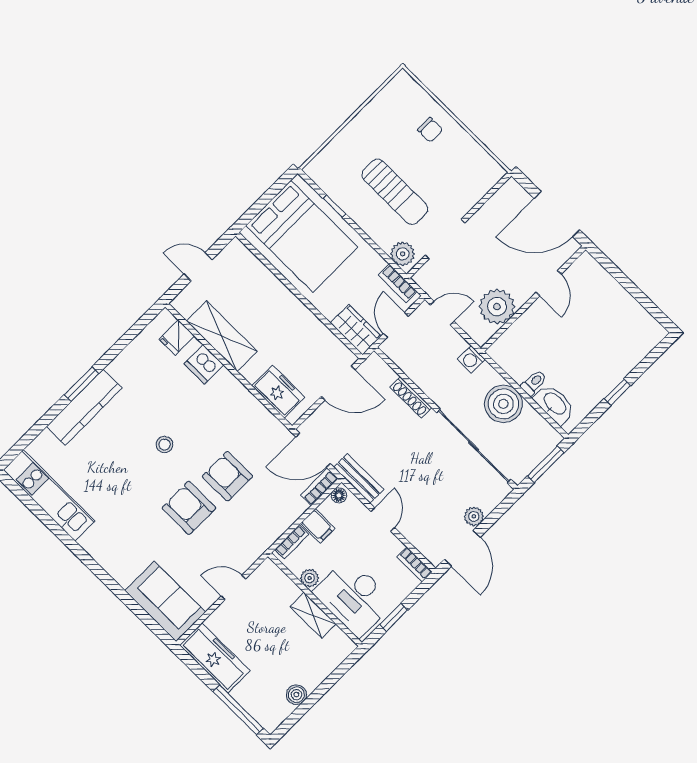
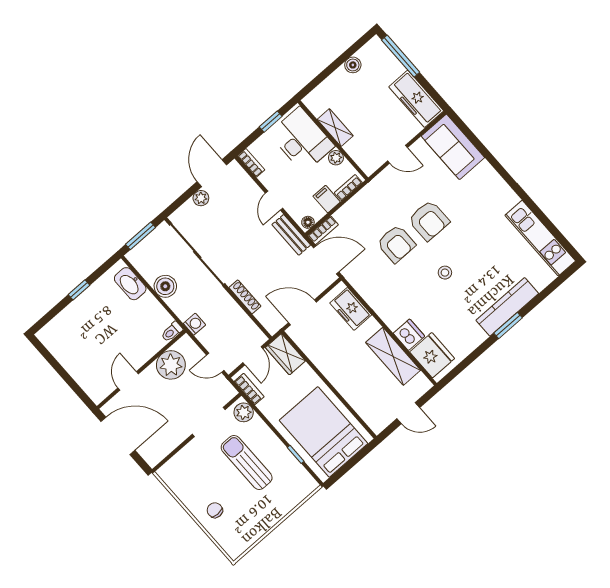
fridge: (177, 338) -> (432, 355), width x1.88, depth x1.34
toilet: (534, 383) -> (172, 332), moved
boiler: (503, 404) -> (165, 286), width x0.73, depth x0.73

